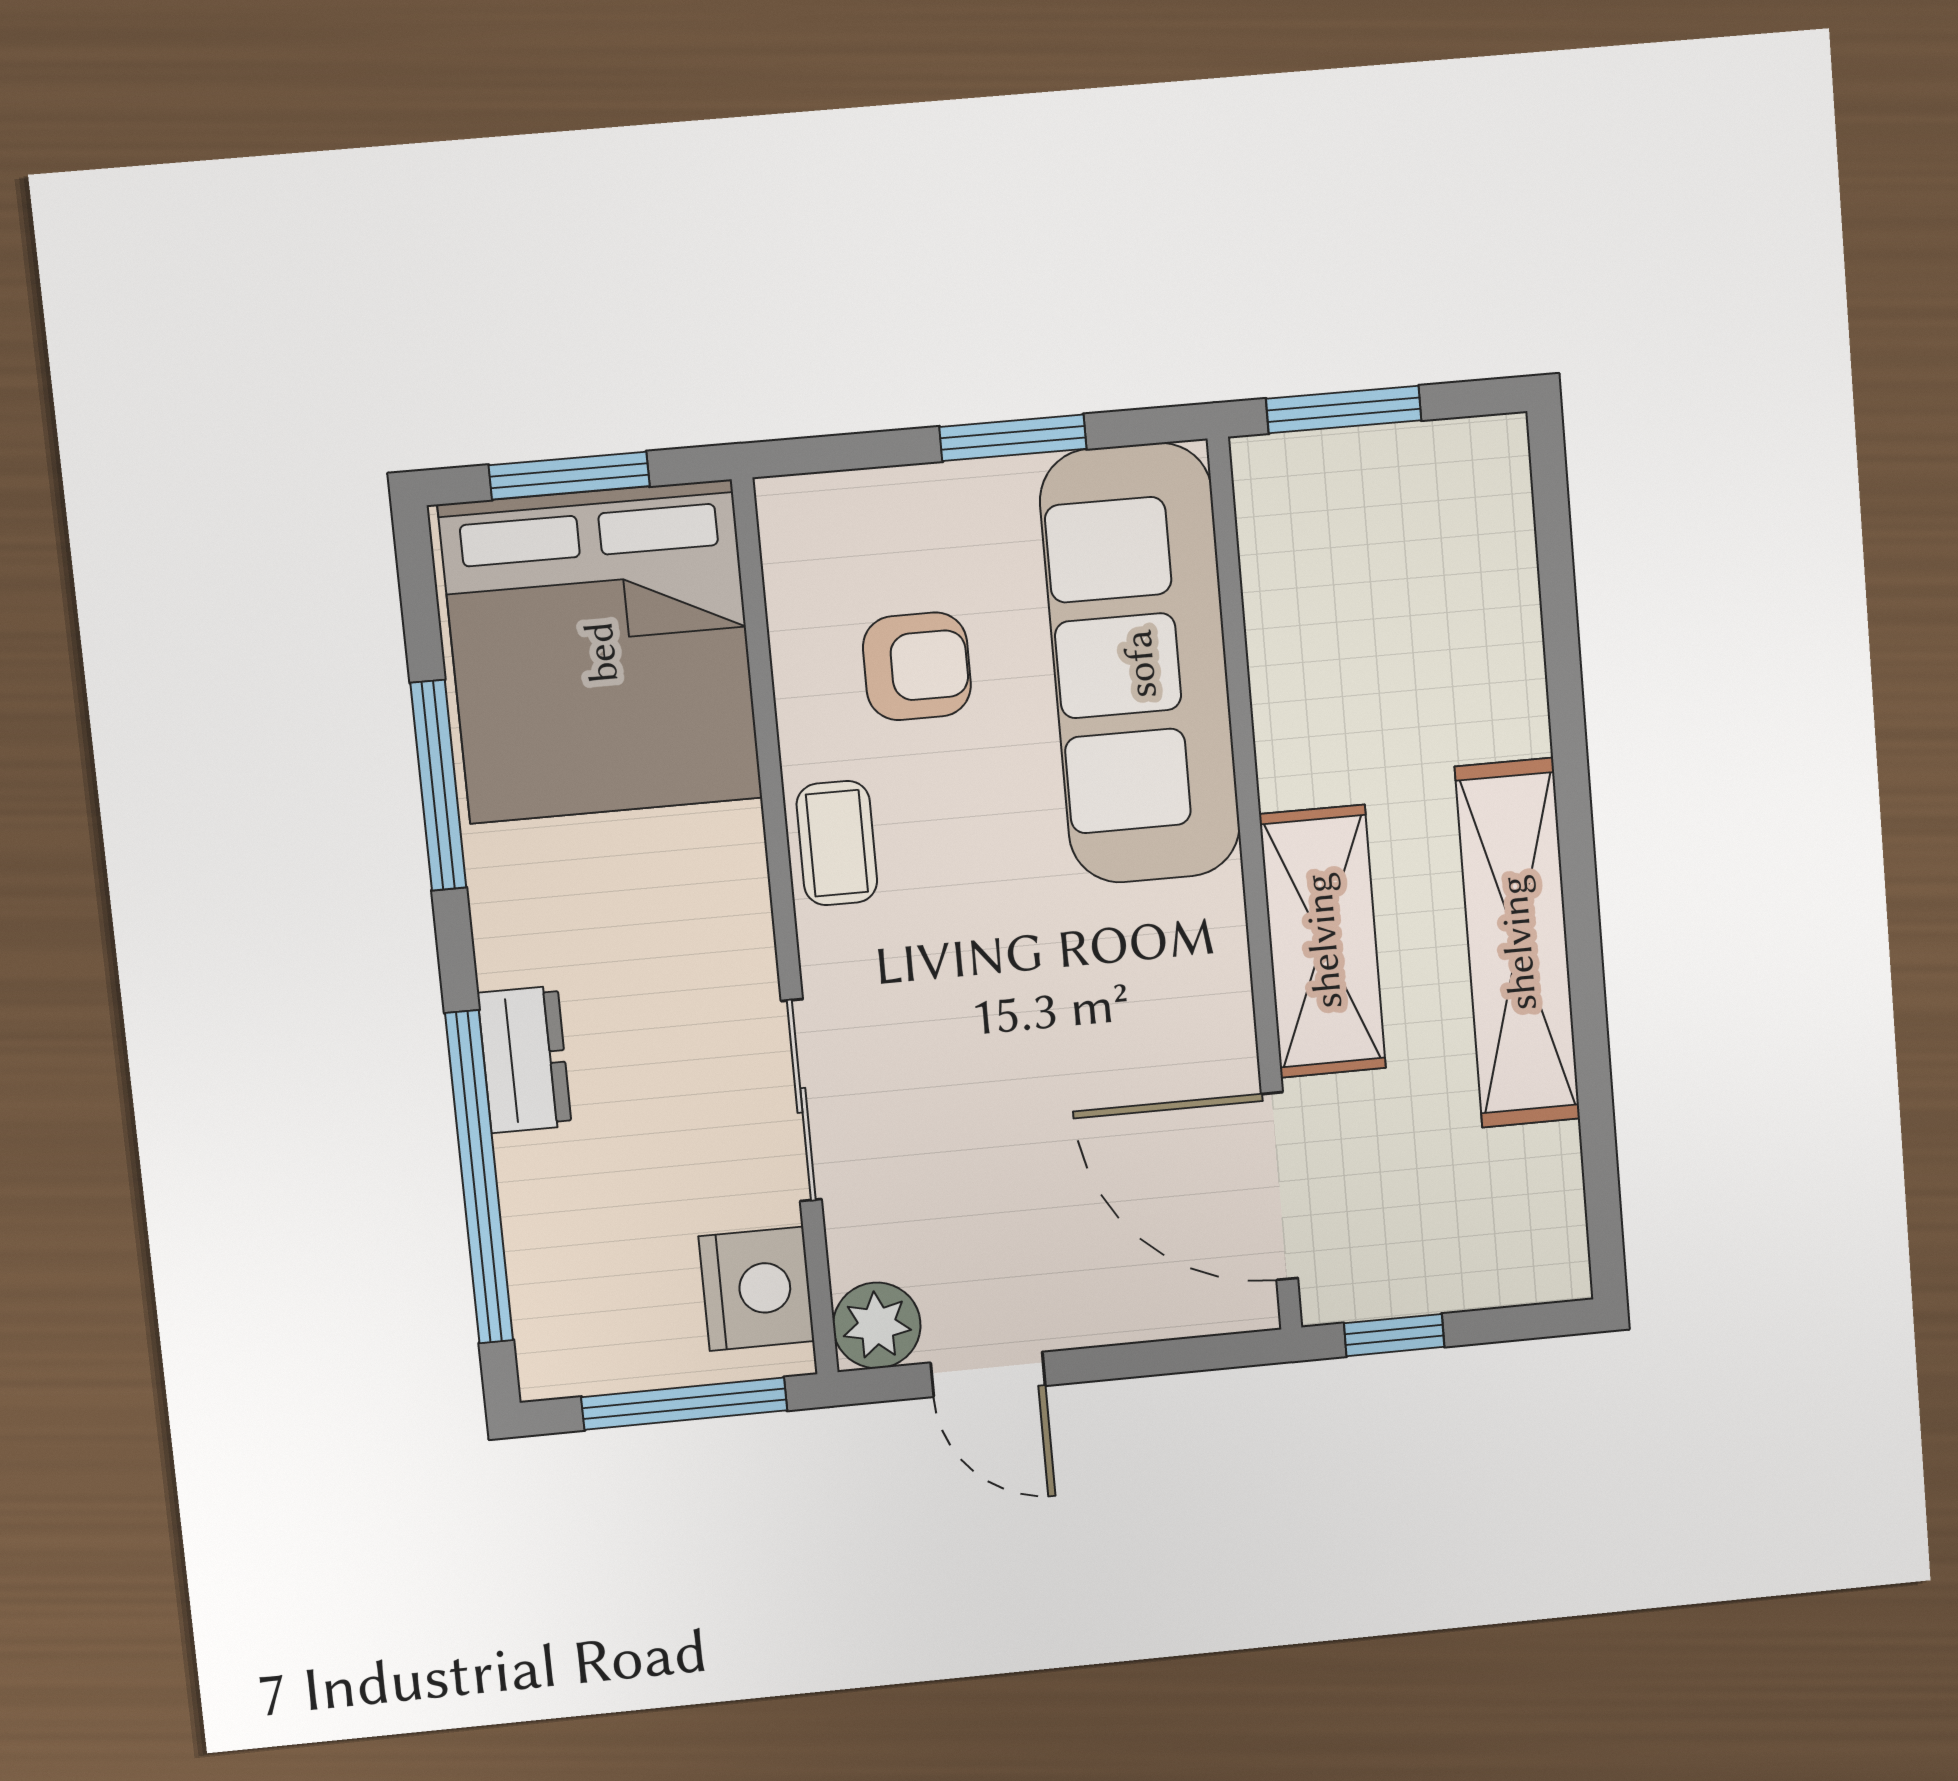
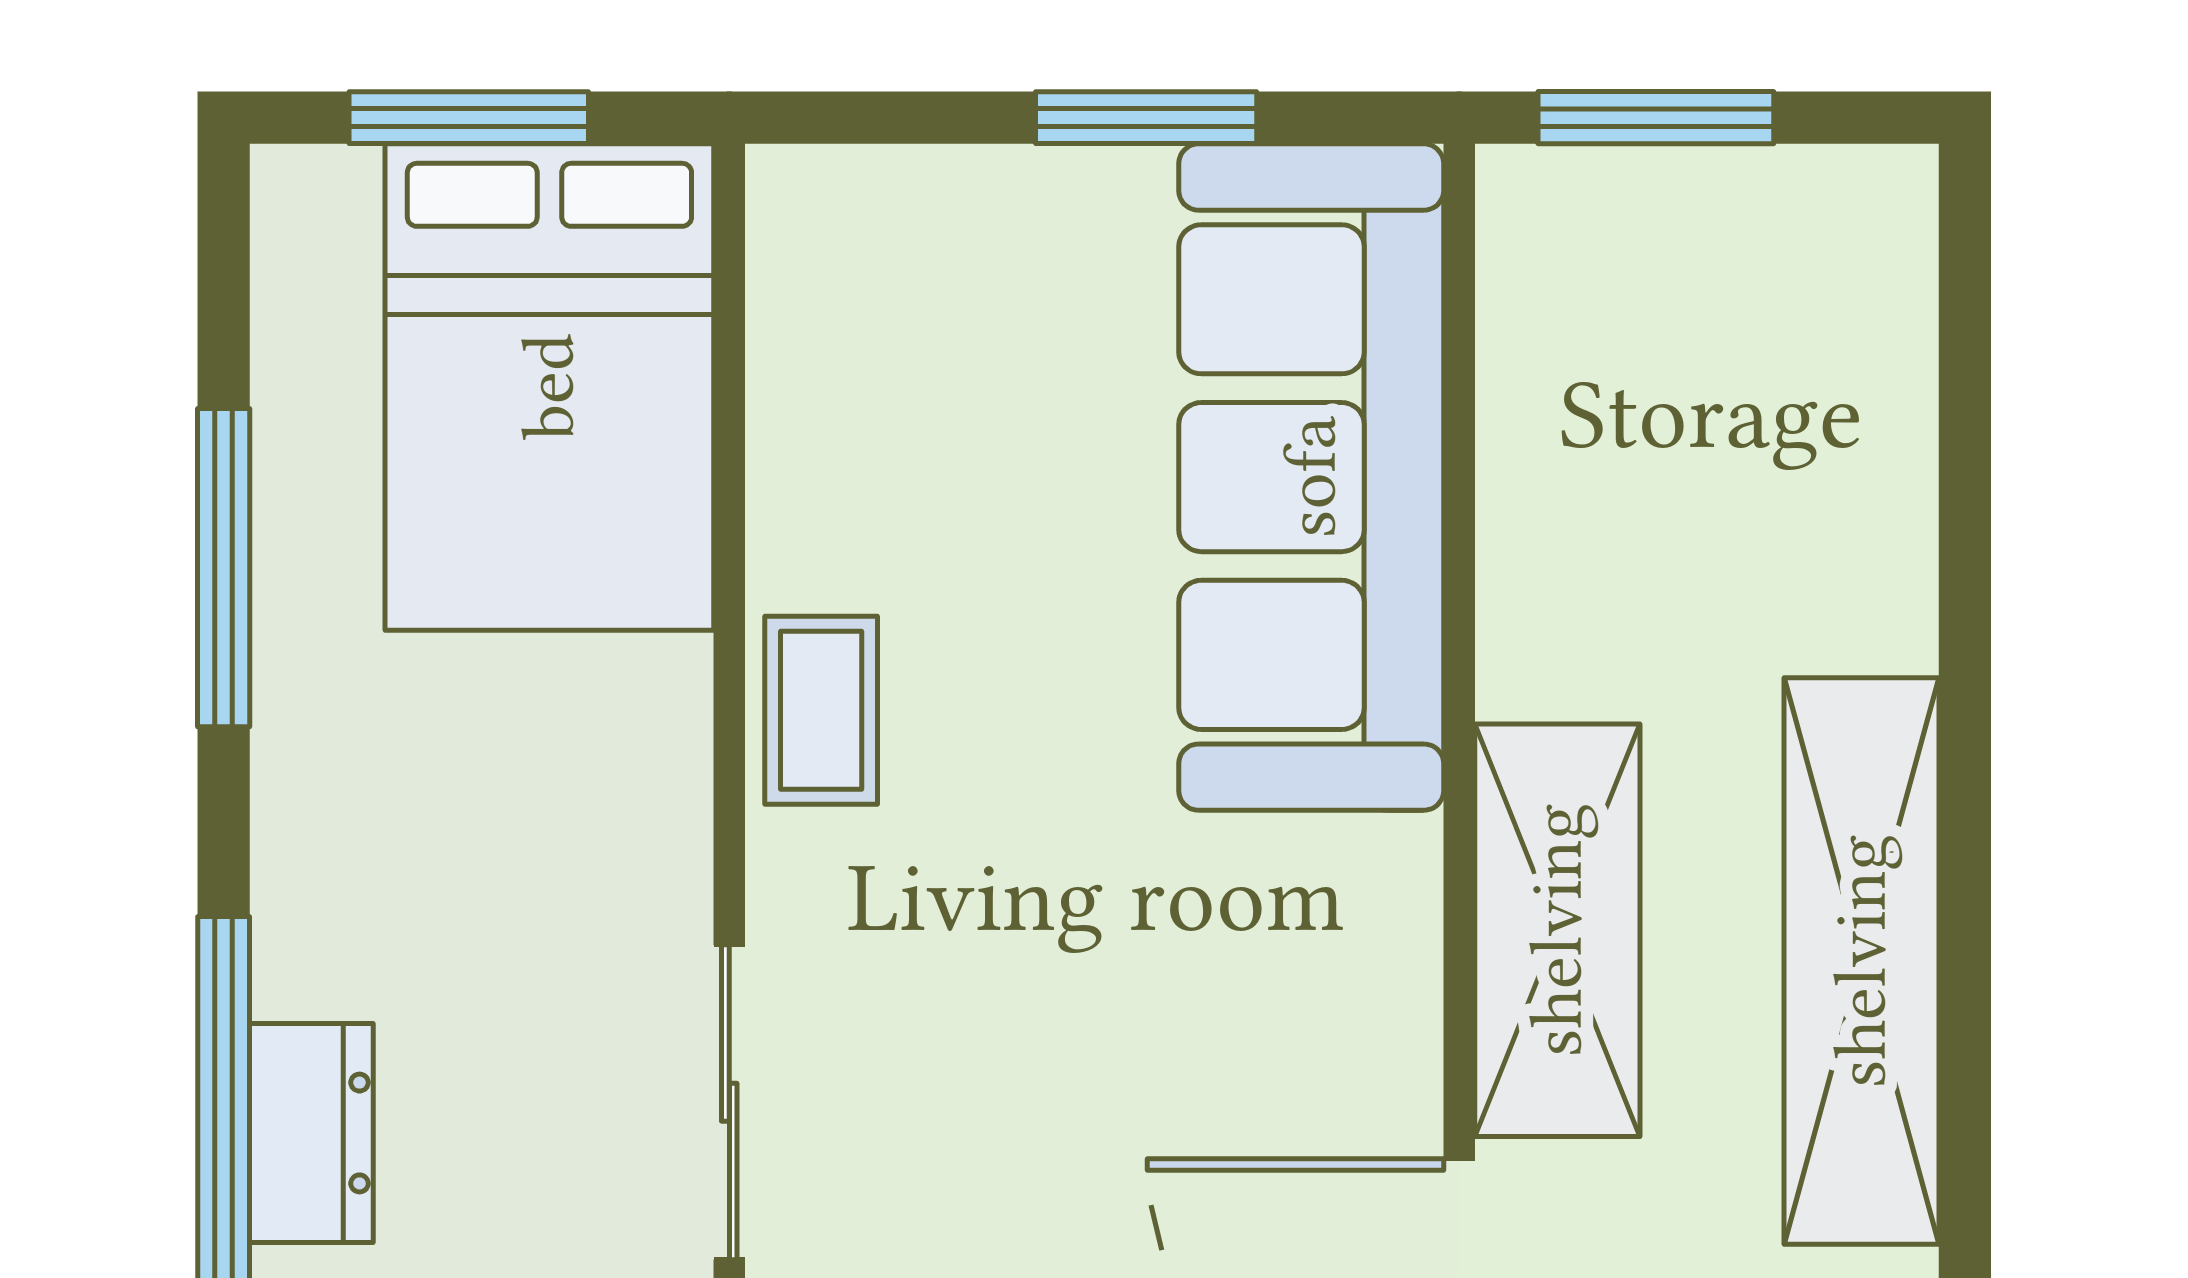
bed: (601, 652) -> (549, 387), width x0.73
armchair: (917, 666) -> (968, 451), removed
dresser: (524, 1059) -> (311, 1133), moved

